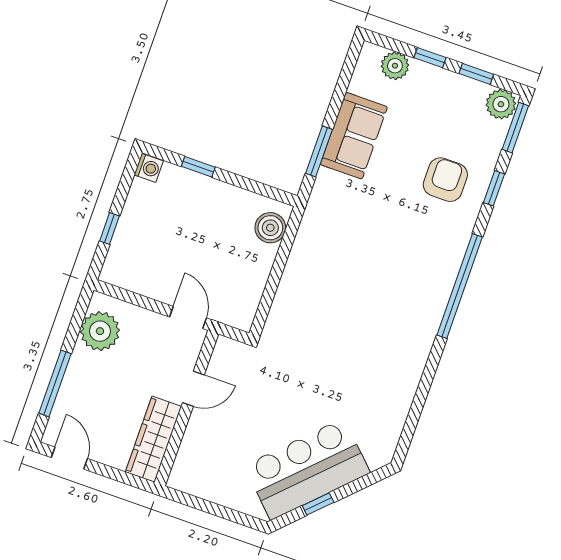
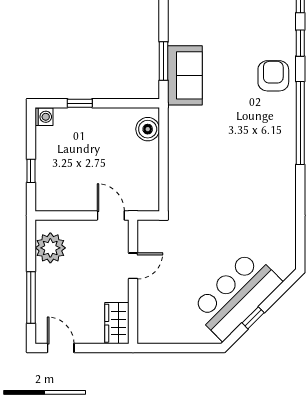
sofa: (354, 136) -> (185, 75), moved
armchair: (445, 180) -> (273, 76), moved
wardrobe: (153, 439) -> (117, 323), width x0.67

